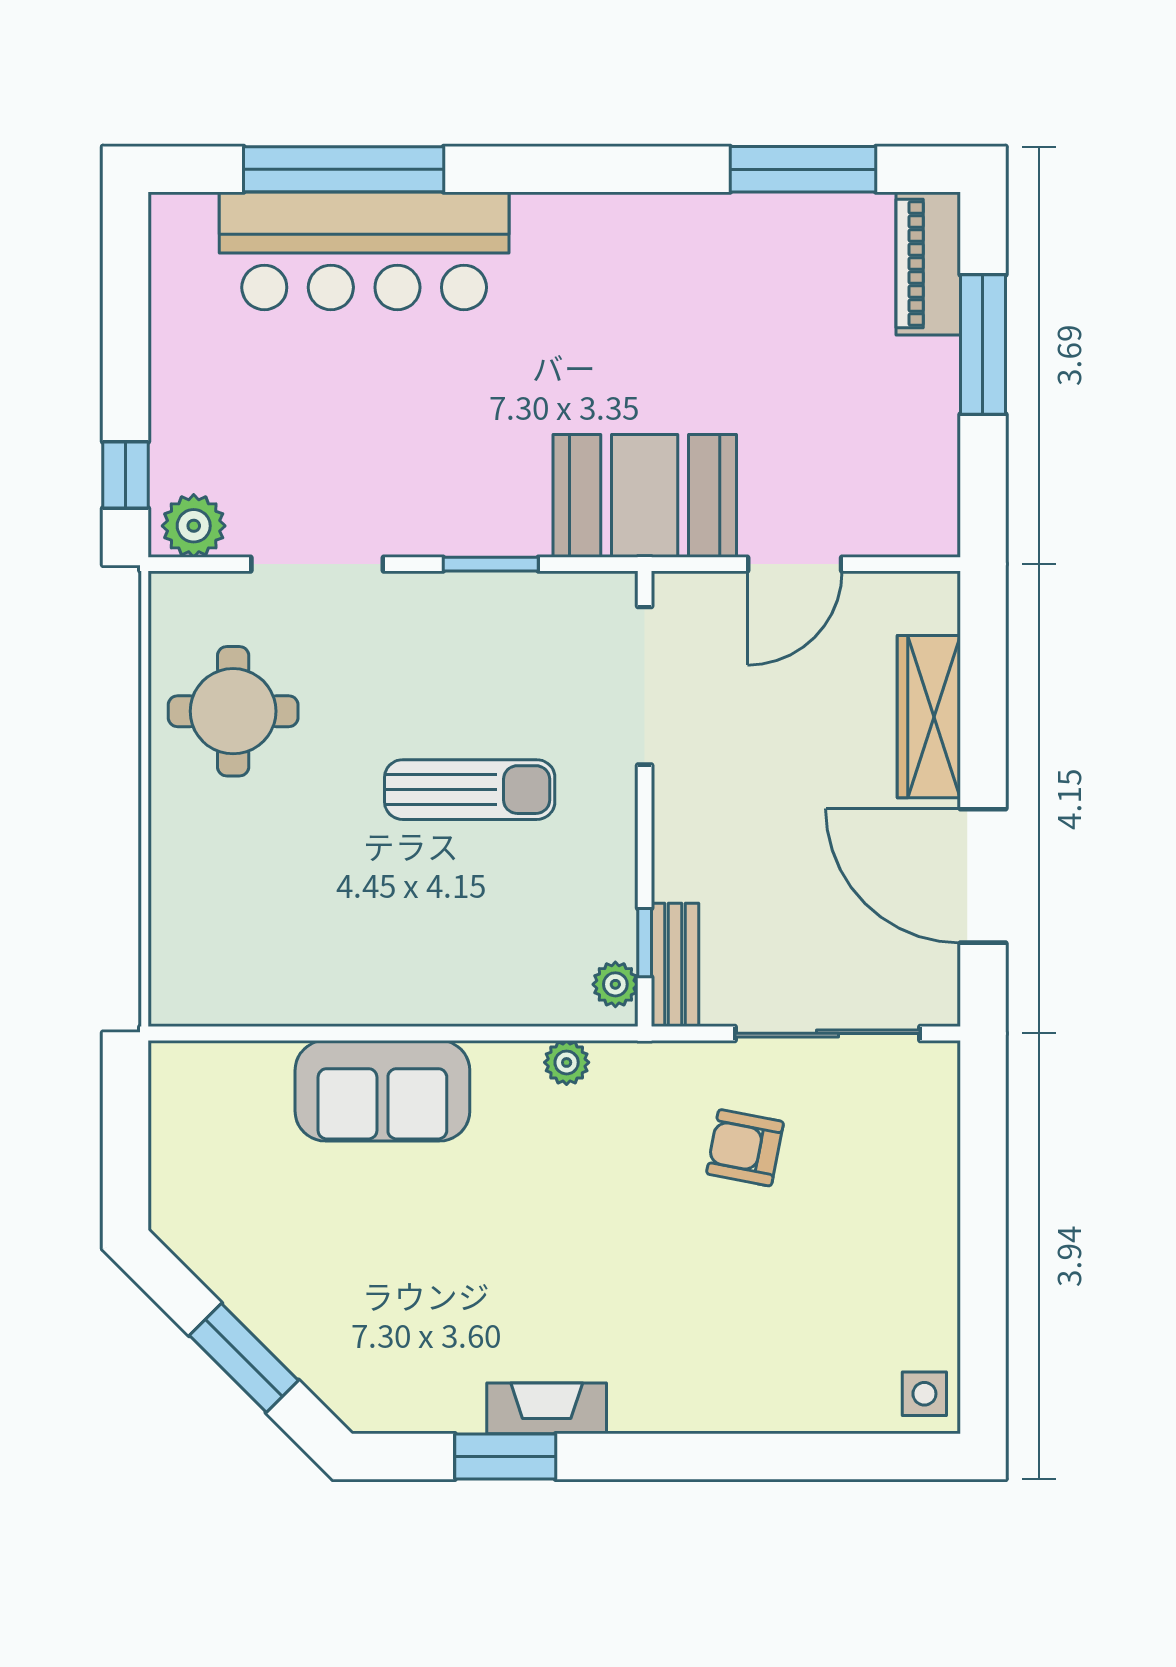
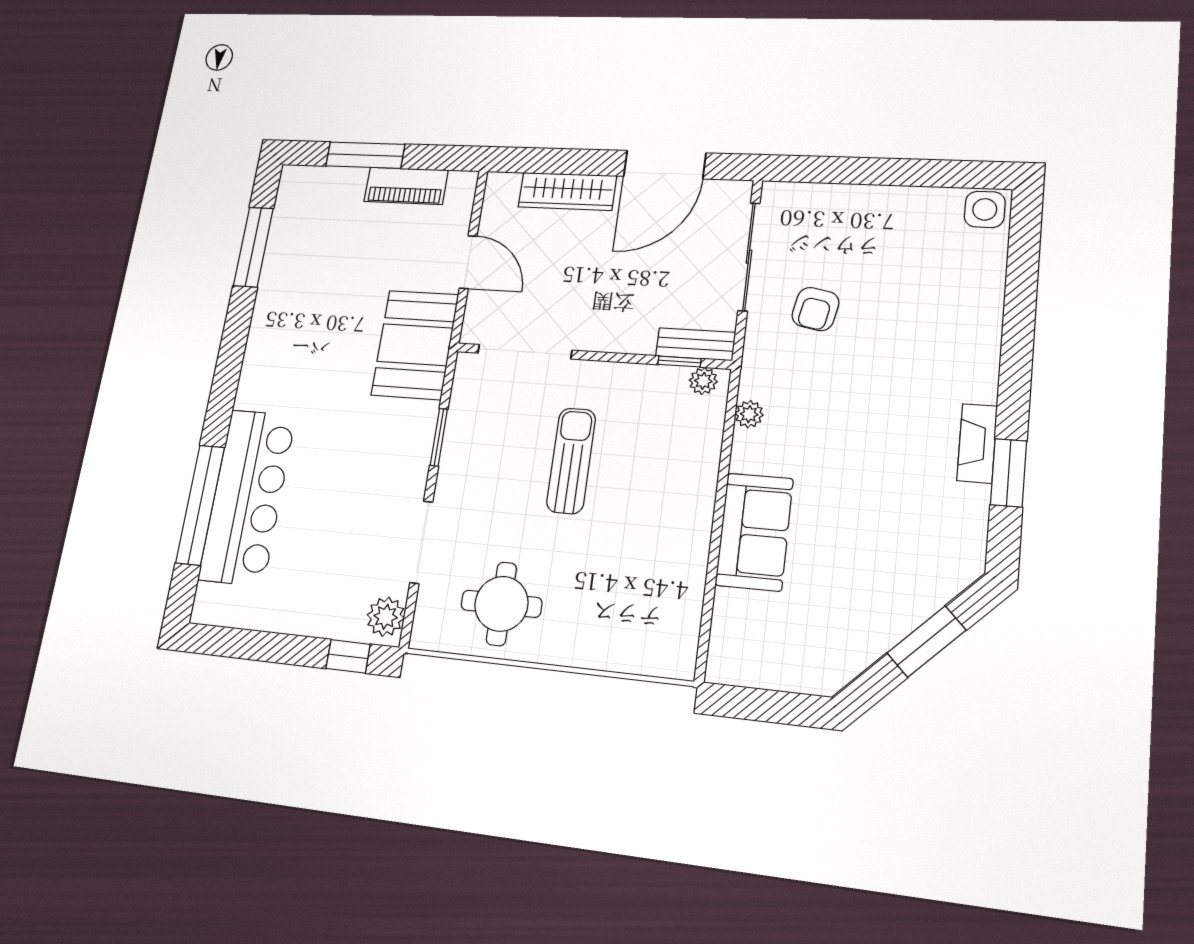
piano: (928, 264) -> (406, 186), moved
side table: (924, 1394) -> (985, 209), width x1.37, depth x1.37

